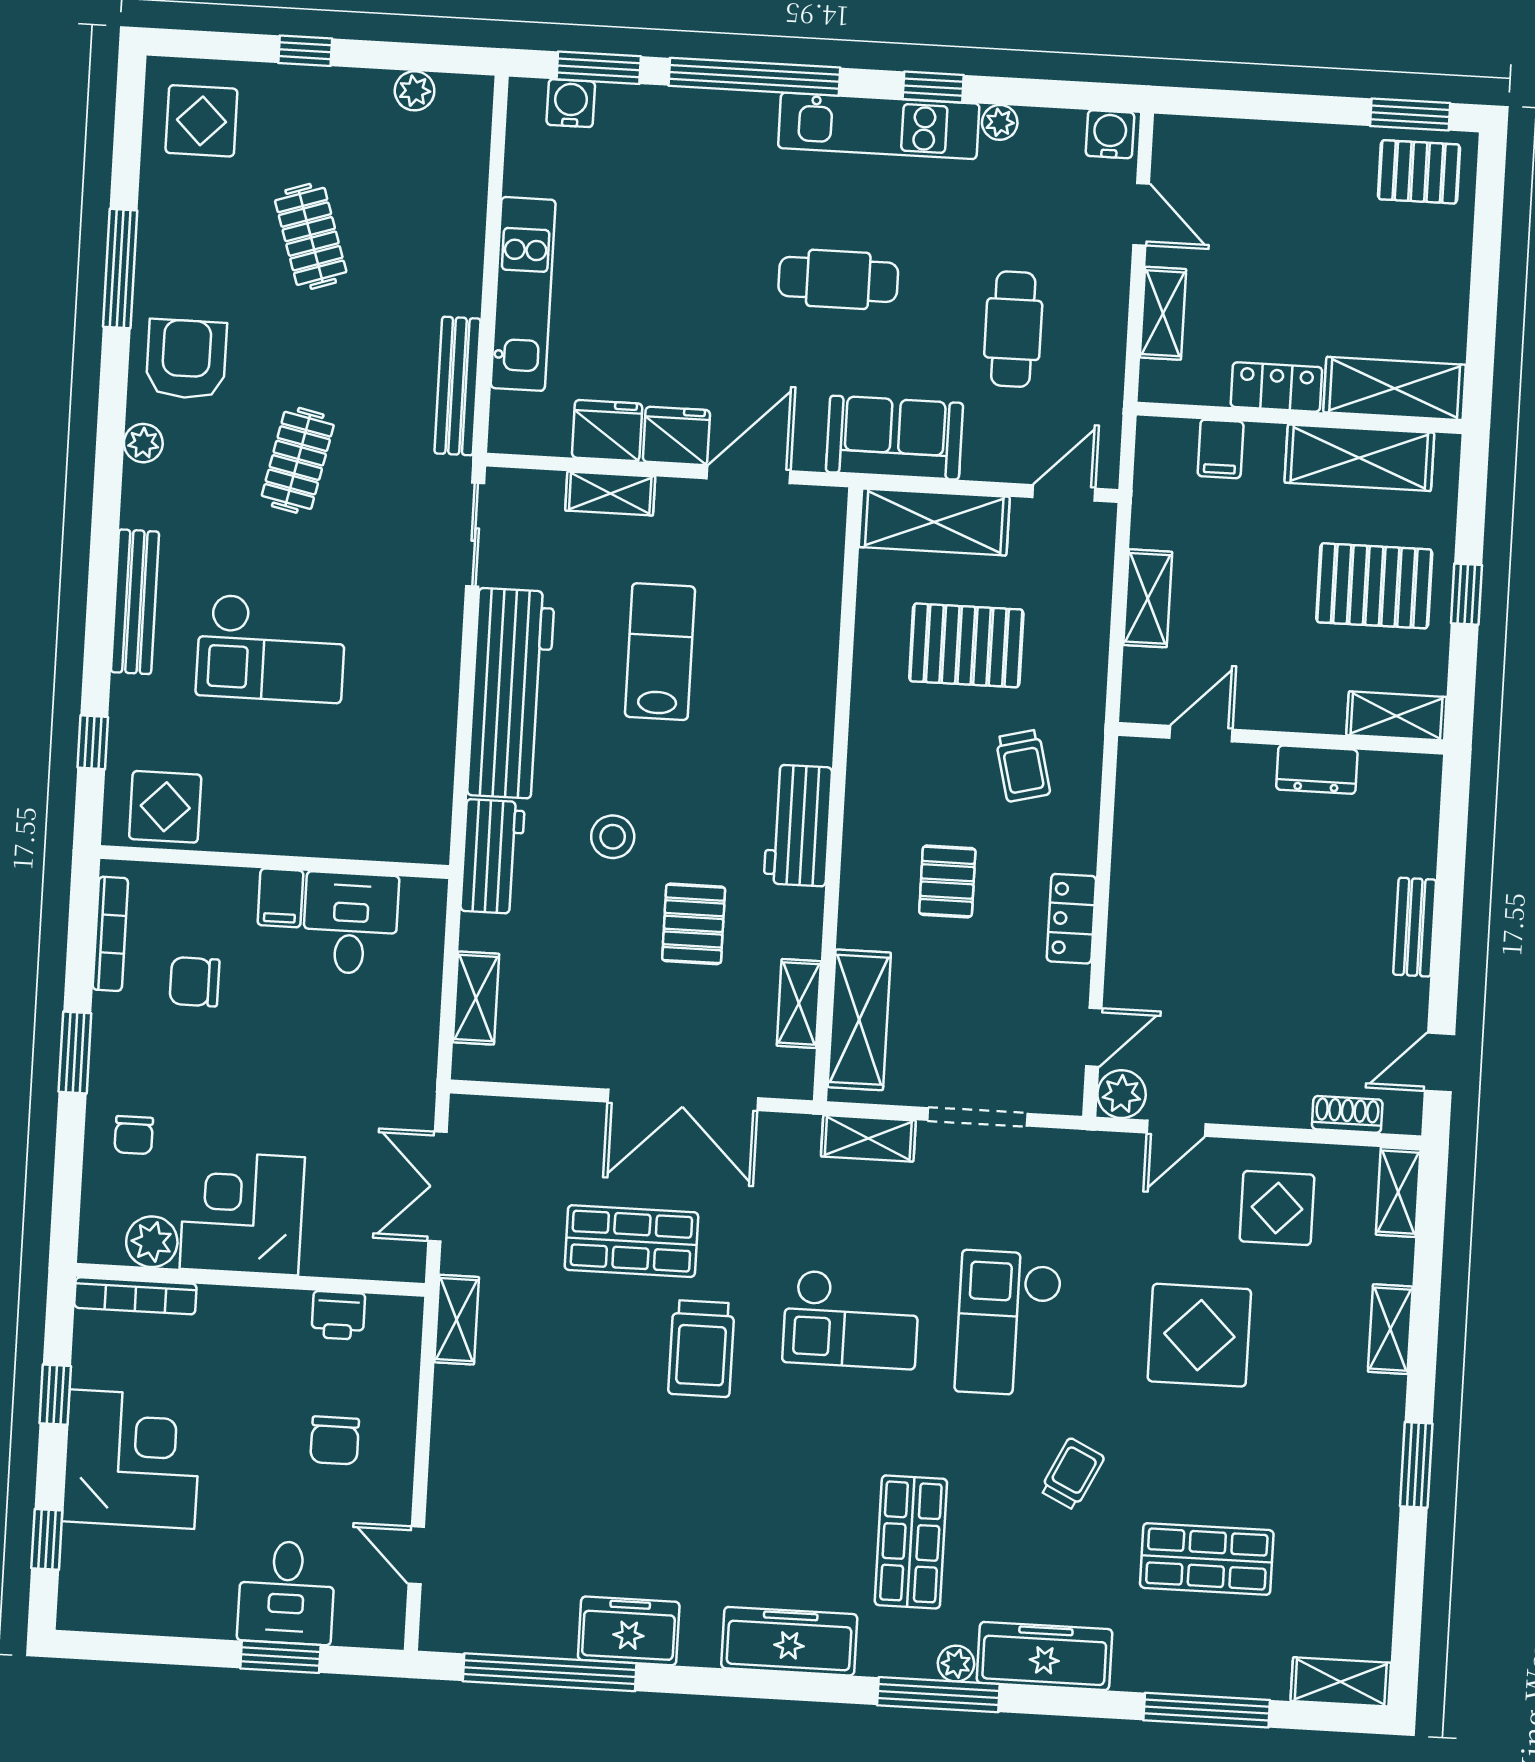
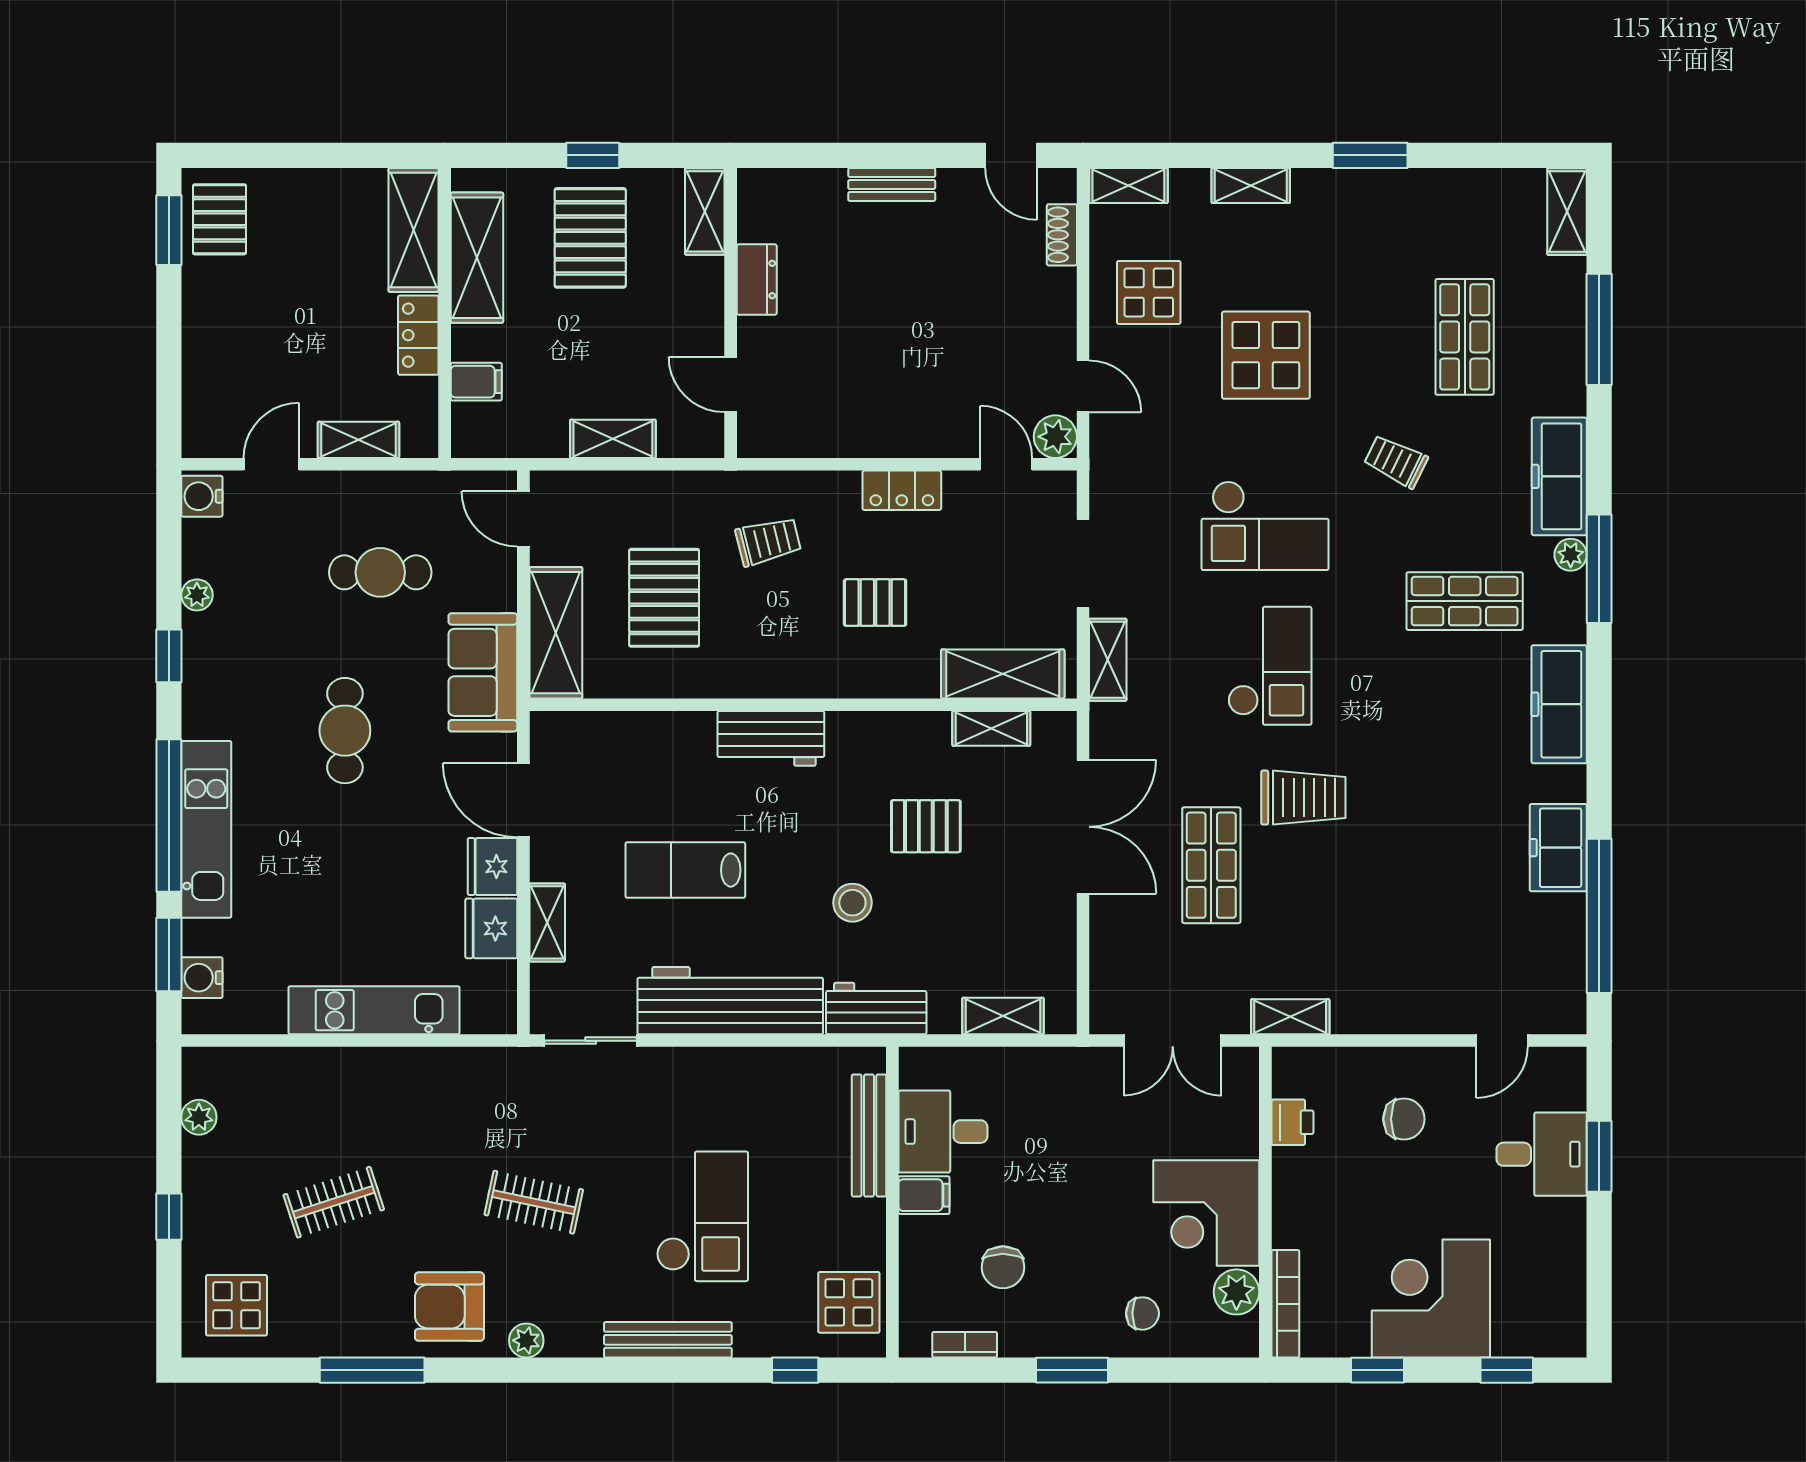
kitchen unit: (879, 126) -> (206, 829), moved
bench: (457, 386) -> (869, 1136), moved, turned 90
workbench: (798, 825) -> (771, 738), moved
bookcase: (110, 934) -> (965, 1345), width x0.64

